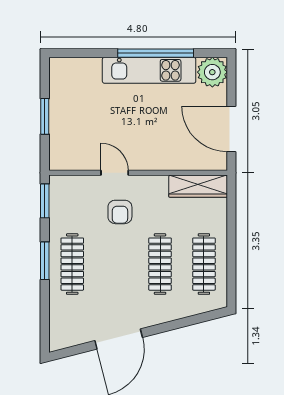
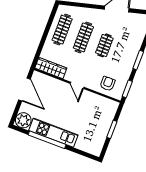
door: (115, 173) -> (77, 85), moved
armchair: (120, 212) -> (108, 84), moved
clothes rail: (72, 264) -> (104, 45), moved, width x0.73

